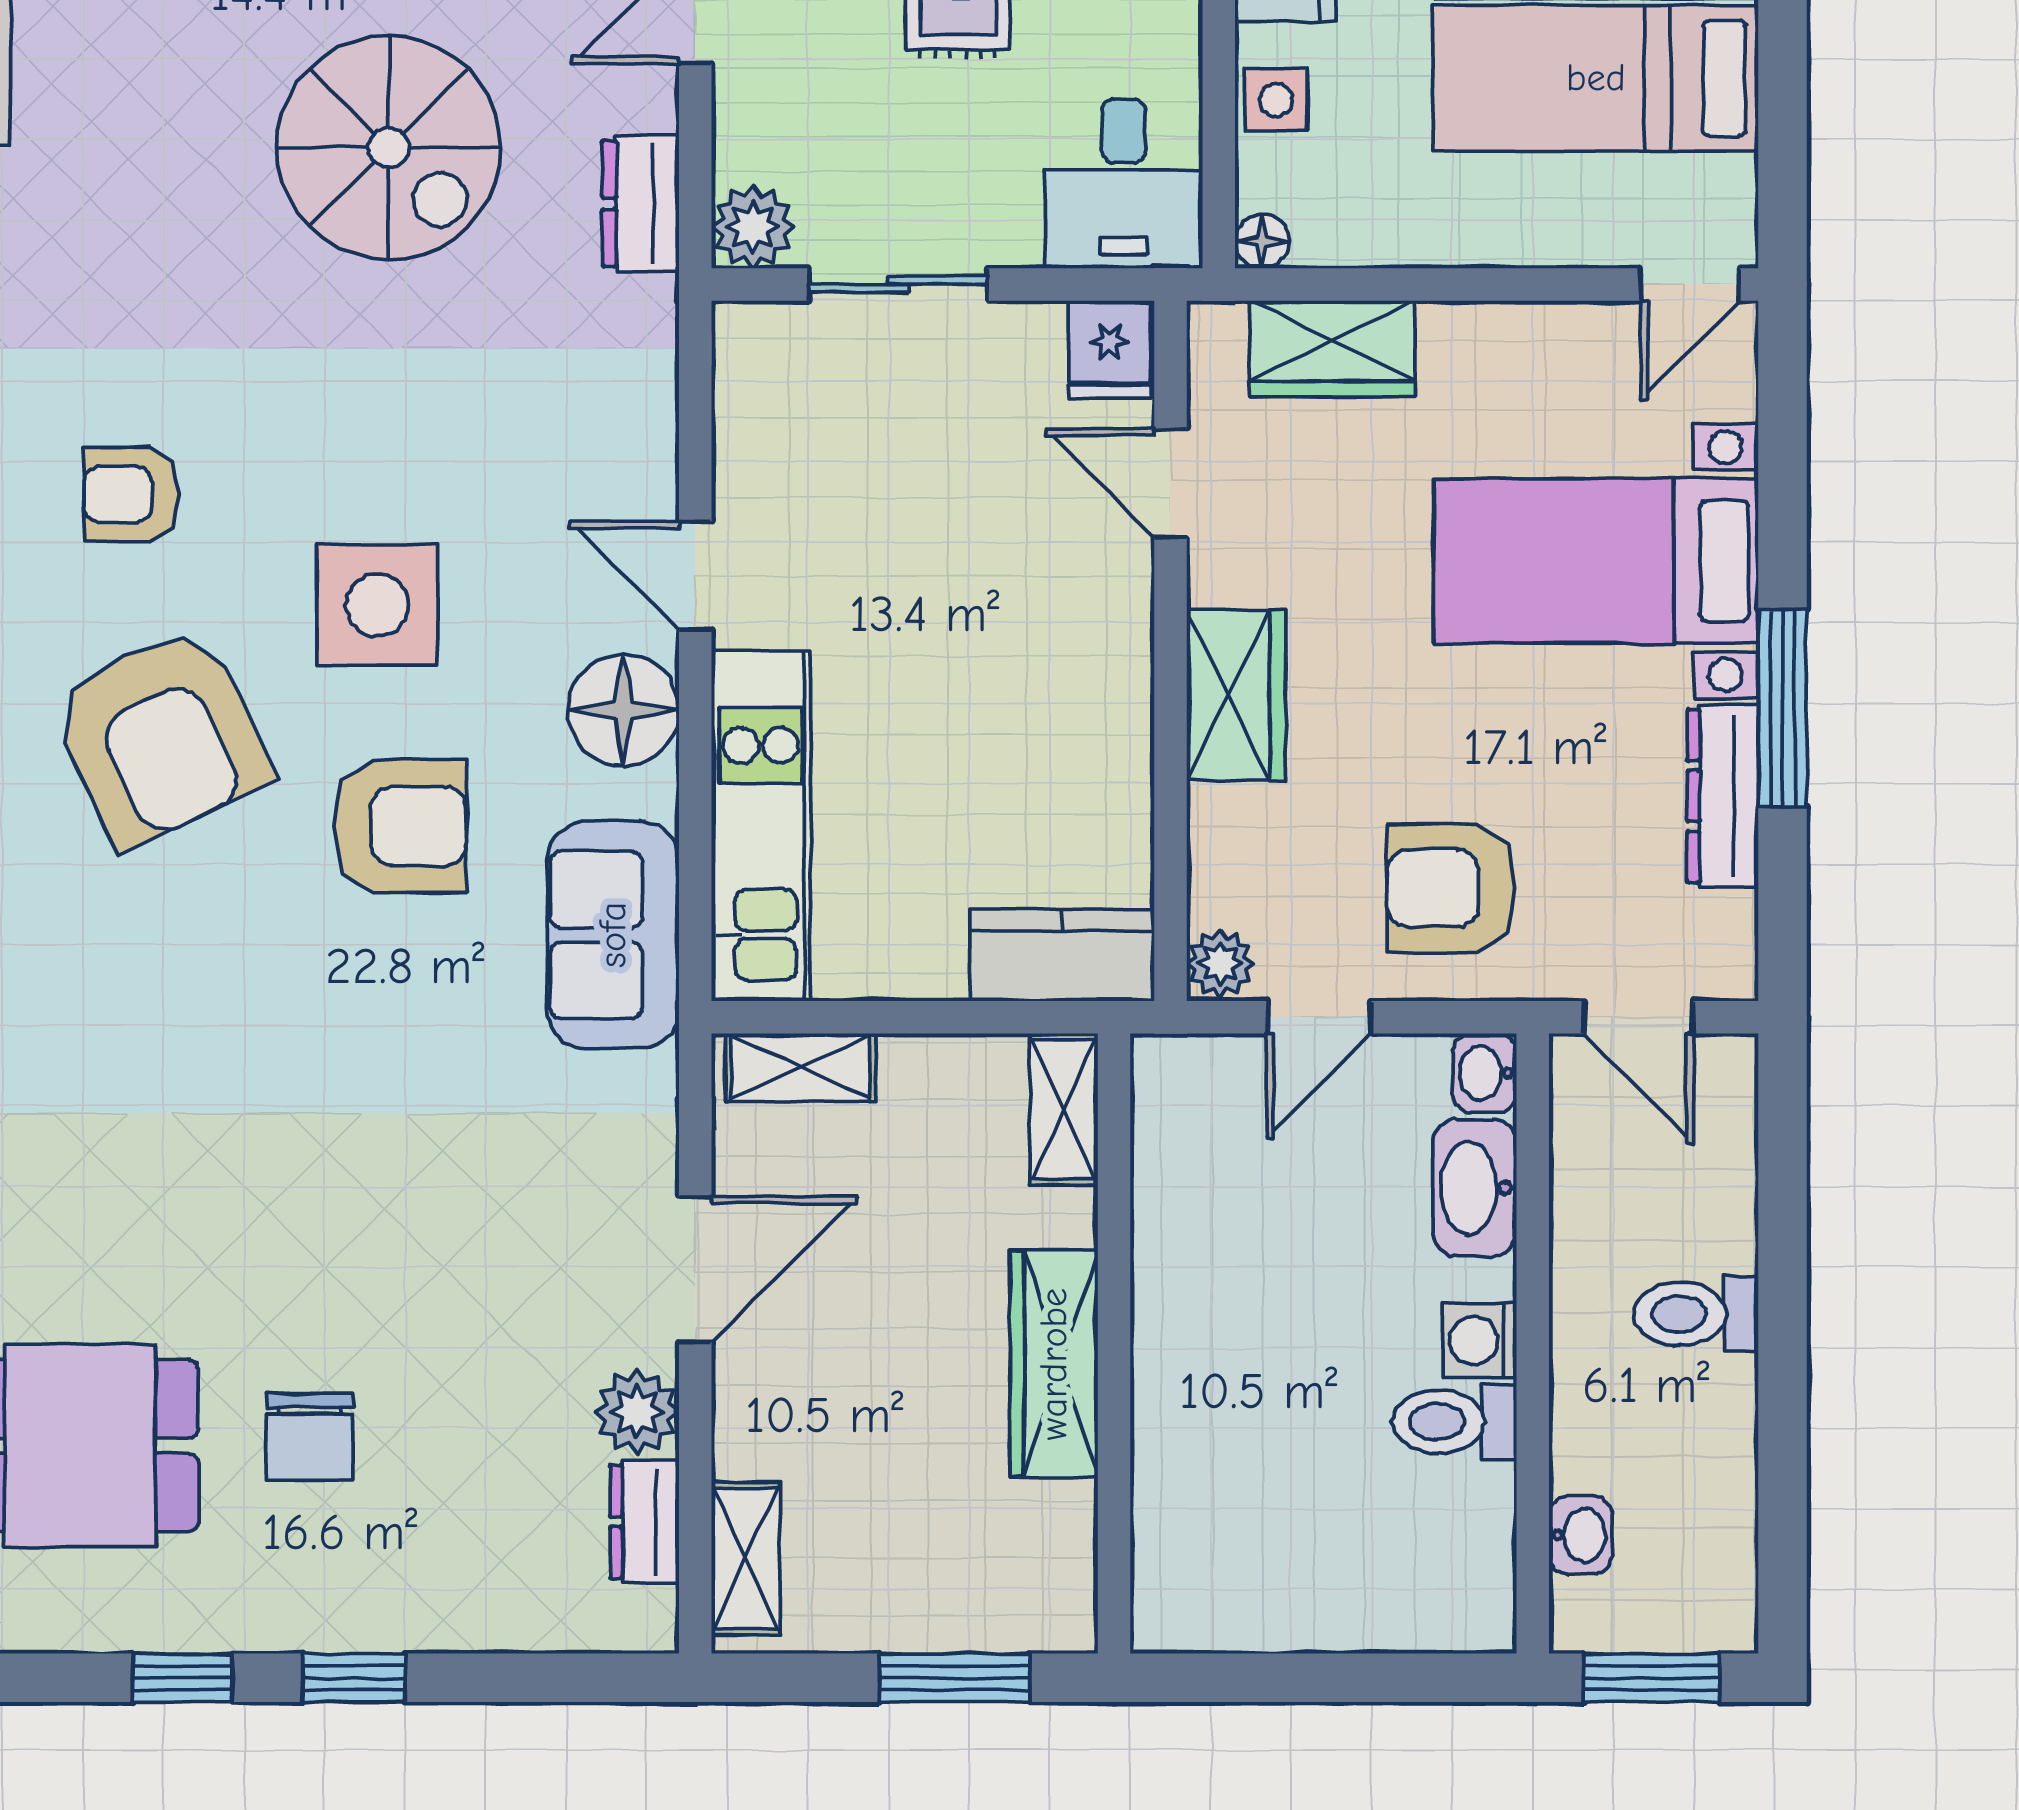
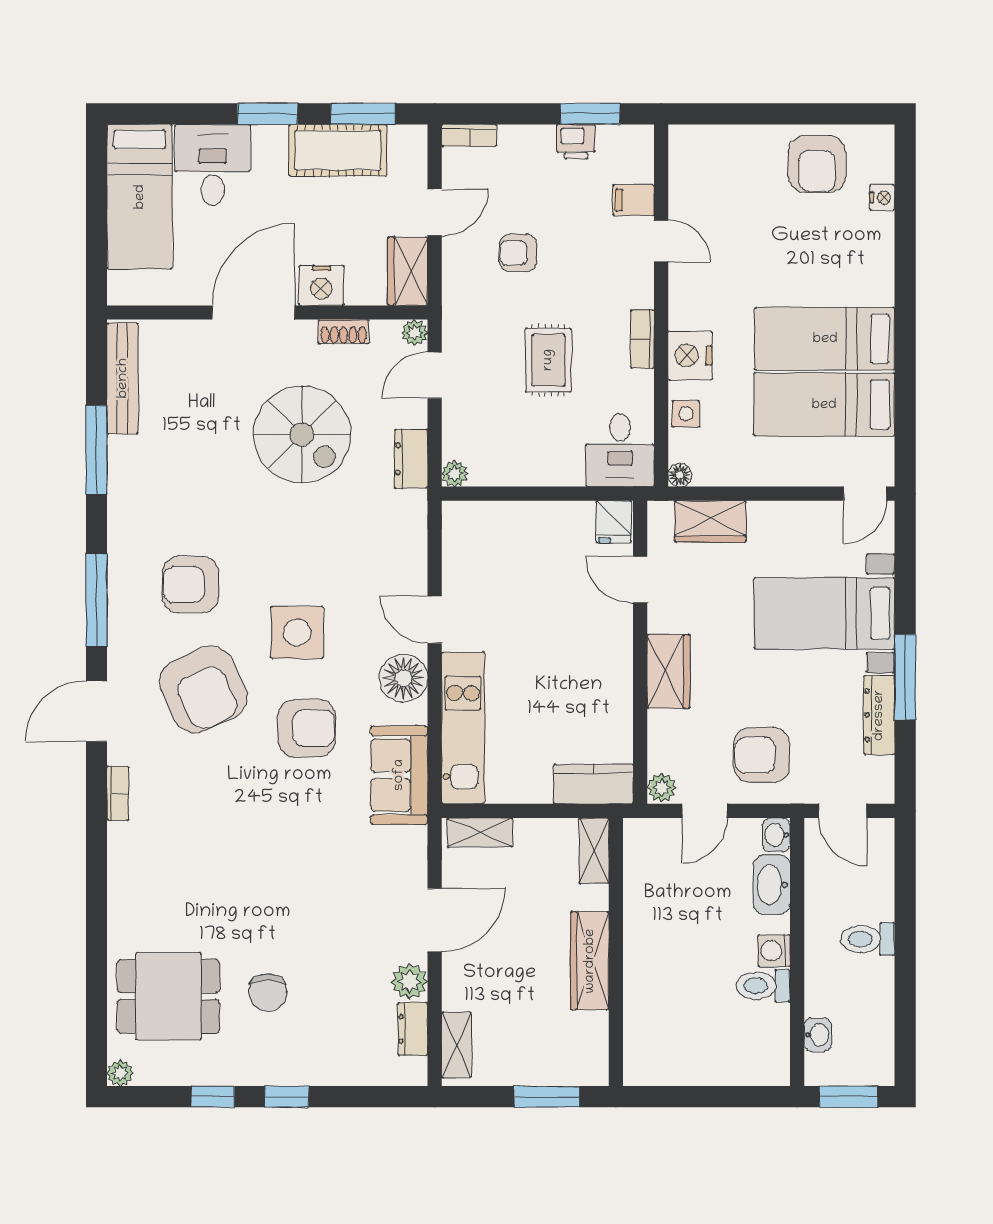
plant: (753, 227) -> (455, 474), width x0.73, depth x0.73
sliding door: (898, 284) -> (522, 494), removed
armchair: (131, 494) -> (191, 585), width x1.38, depth x1.38

